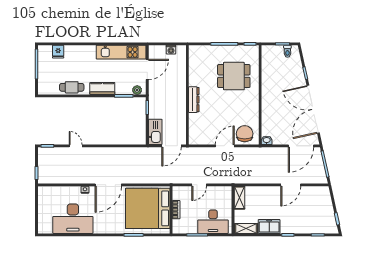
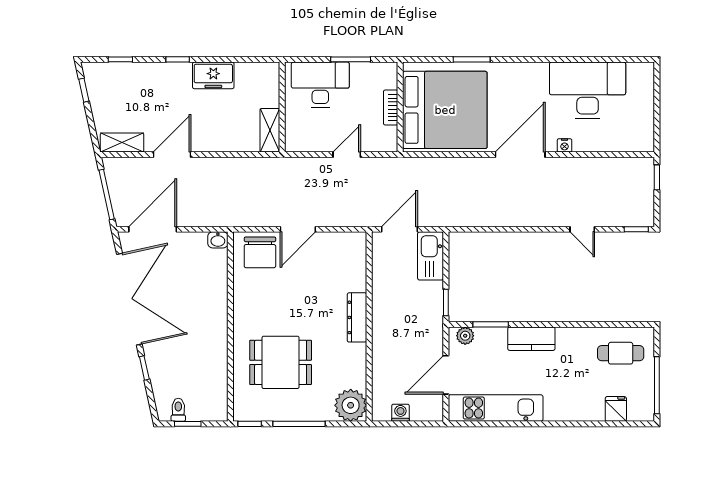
plant: (197, 54) -> (351, 405), added
cafe table: (72, 87) -> (621, 353), moved
shelving: (246, 228) -> (122, 143), moved

